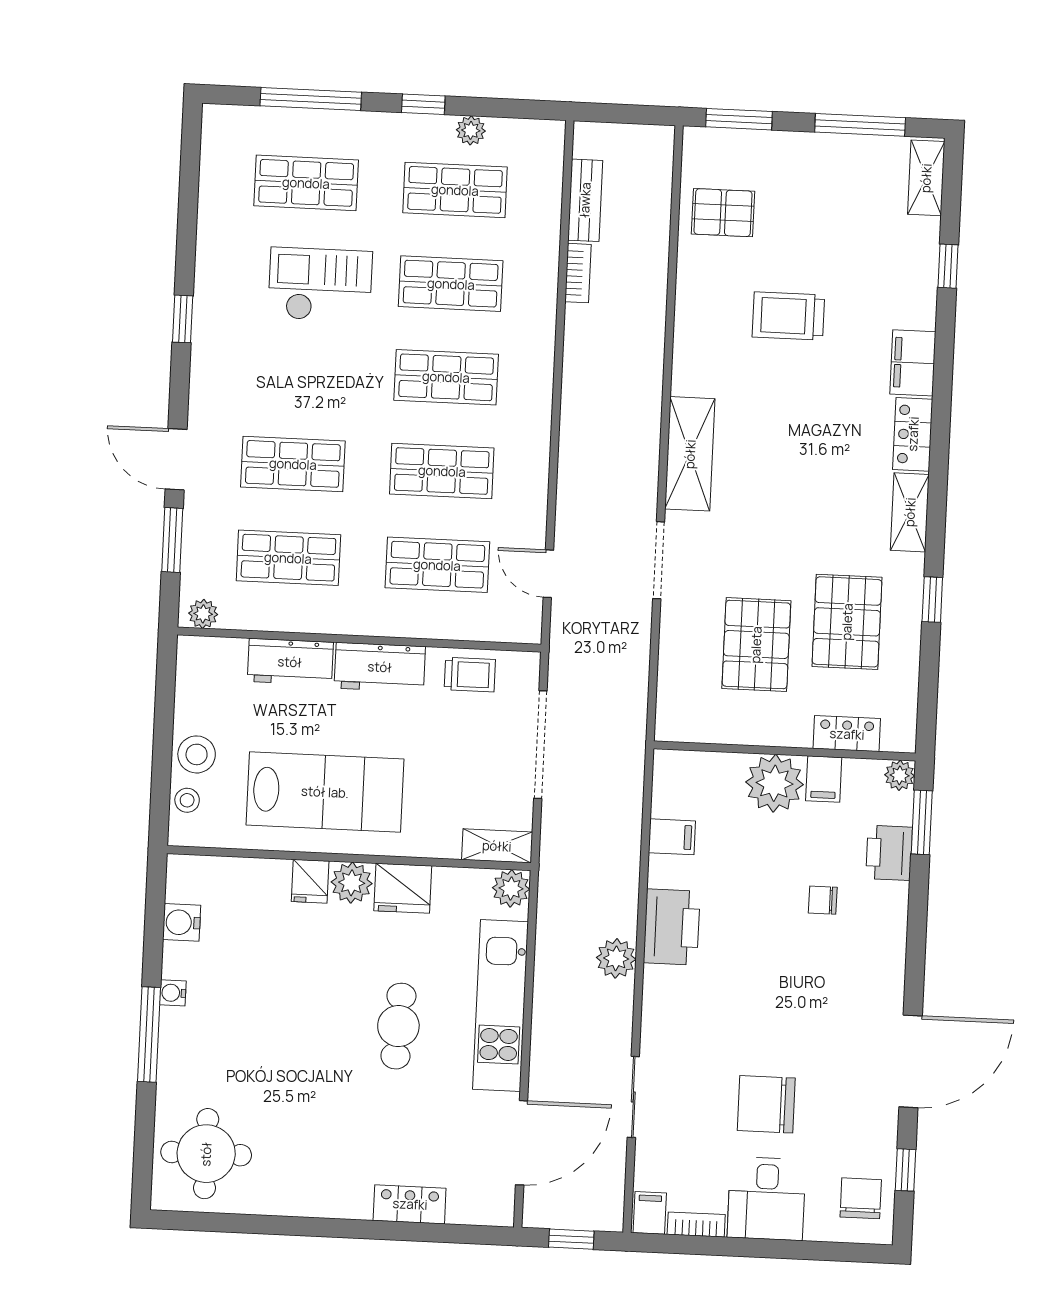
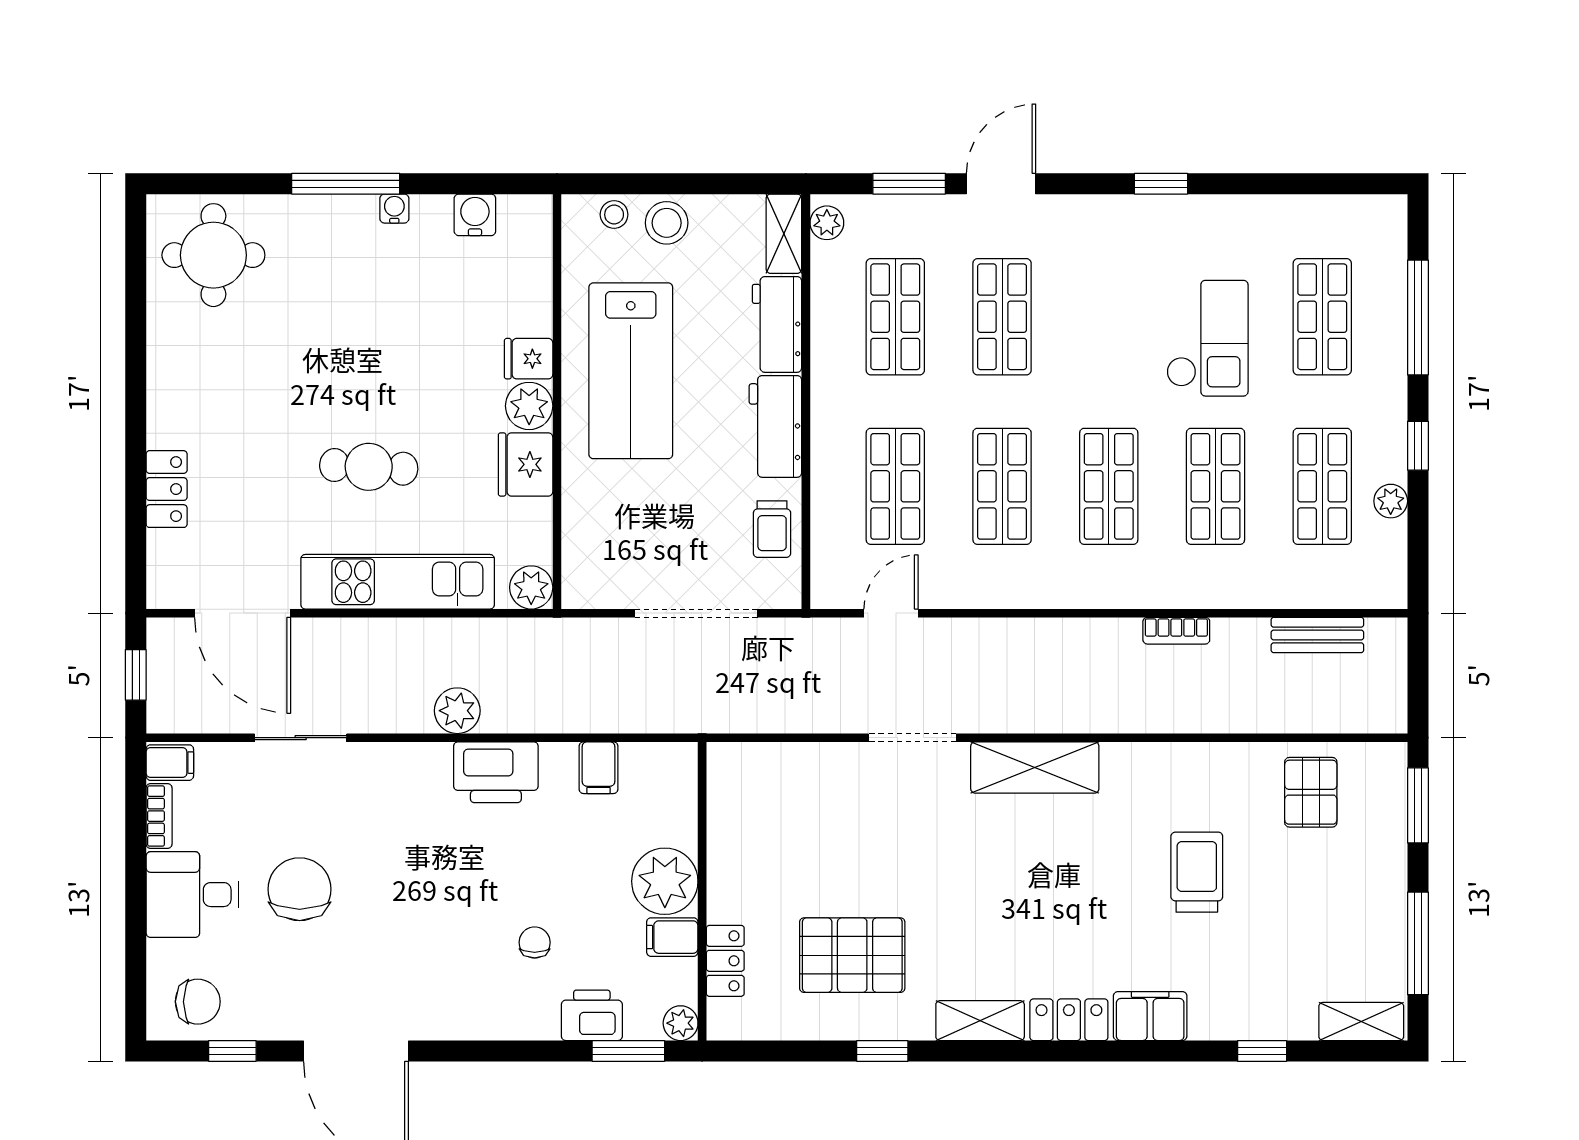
bookcase: (578, 273) -> (1176, 631), moved
pallet: (756, 645) -> (822, 853), removed
shelving: (497, 846) -> (784, 234), moved

